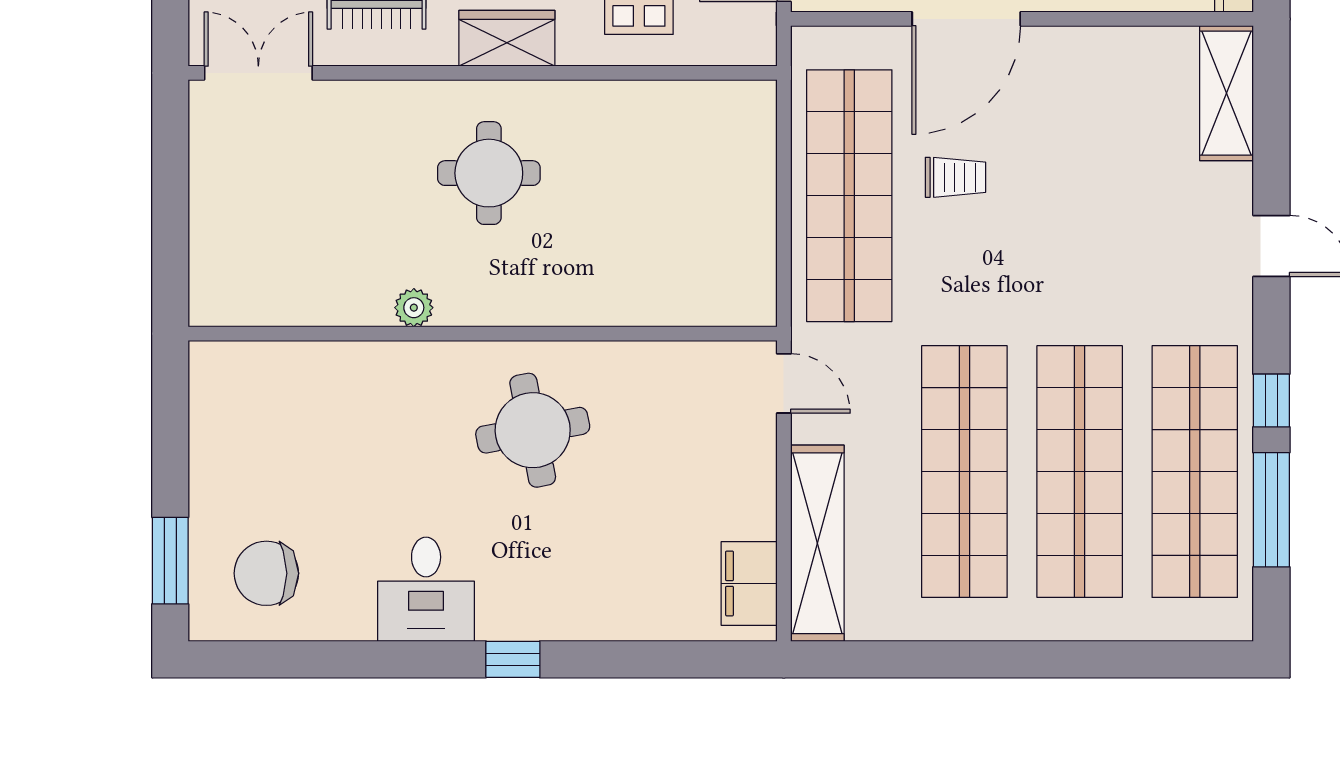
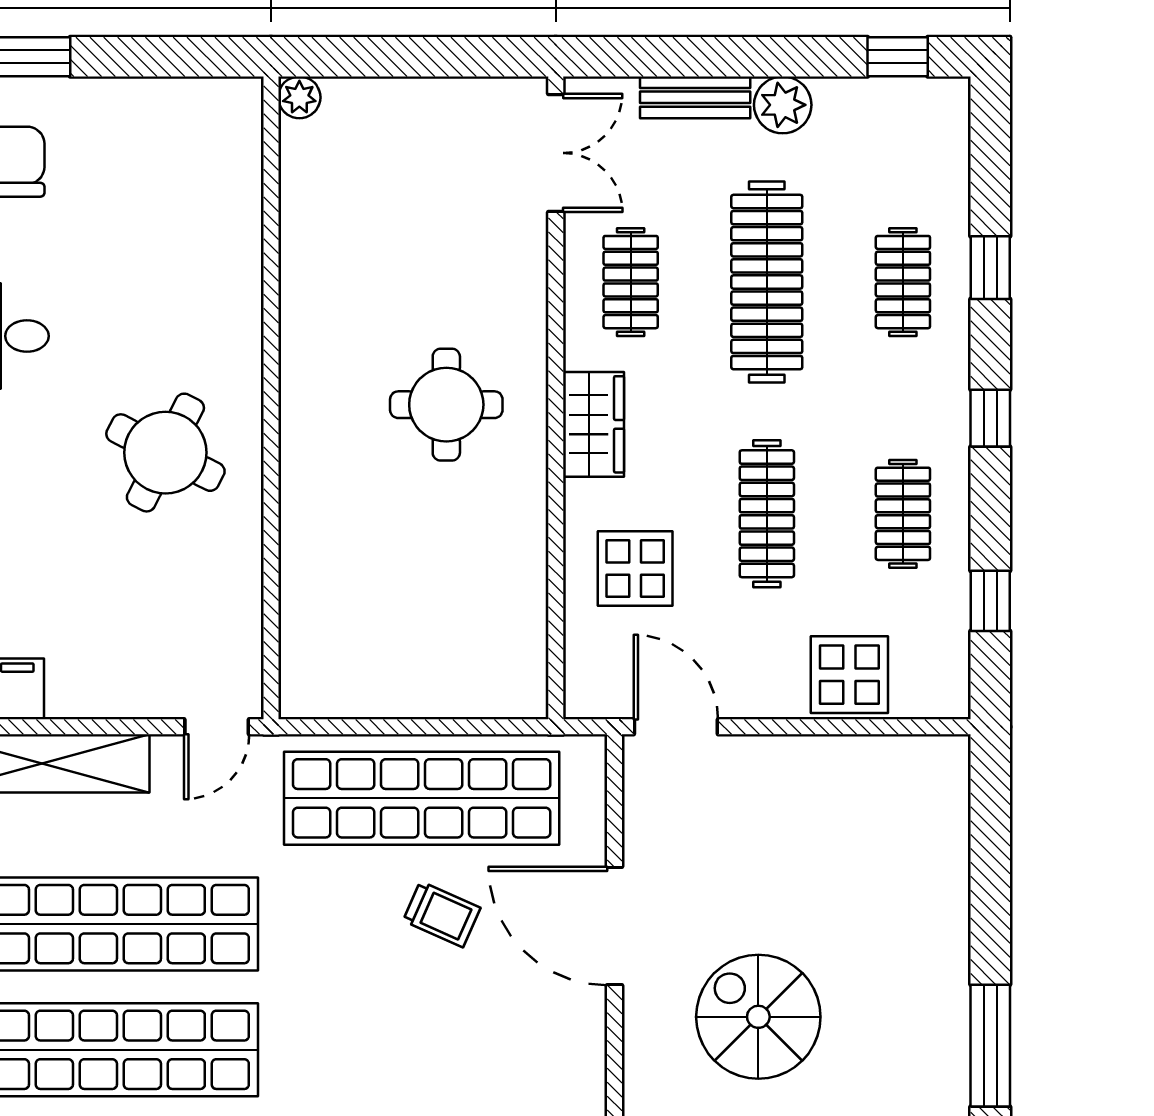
trolley: (955, 177) -> (442, 914), turned -66
plant: (414, 308) -> (299, 97), moved
round table: (533, 430) -> (165, 453), turned 38

